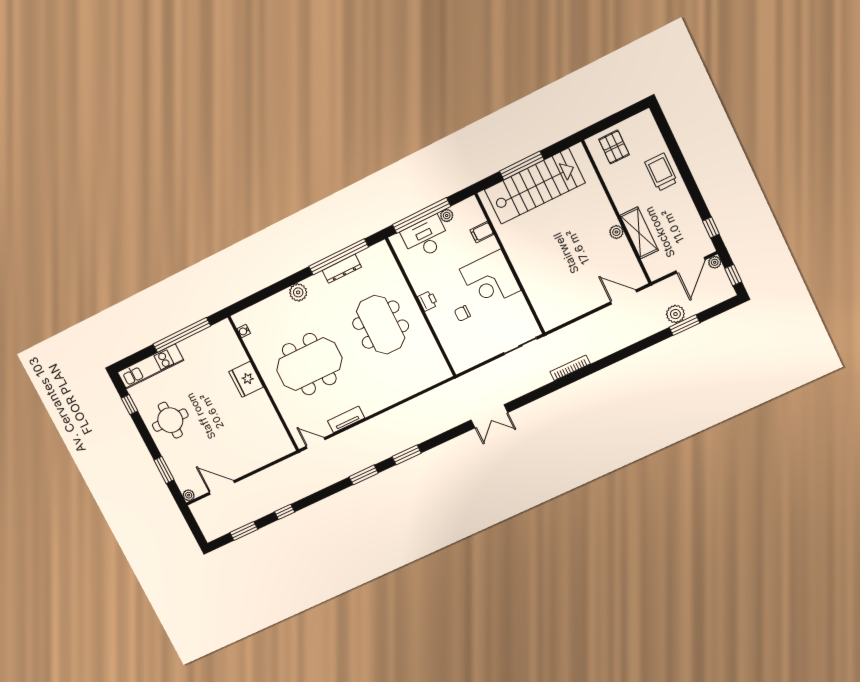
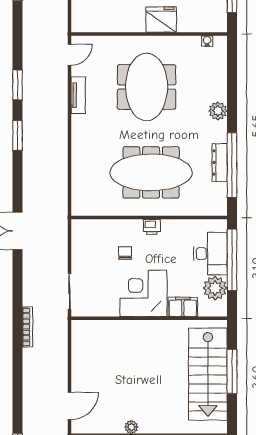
plant: (447, 216) -> (215, 288), width x1.87, depth x1.87
filing cabinet: (482, 232) -> (183, 307), width x2.00
meeting table: (381, 325) -> (151, 172), width x1.36

